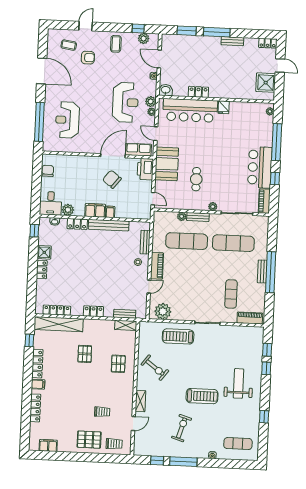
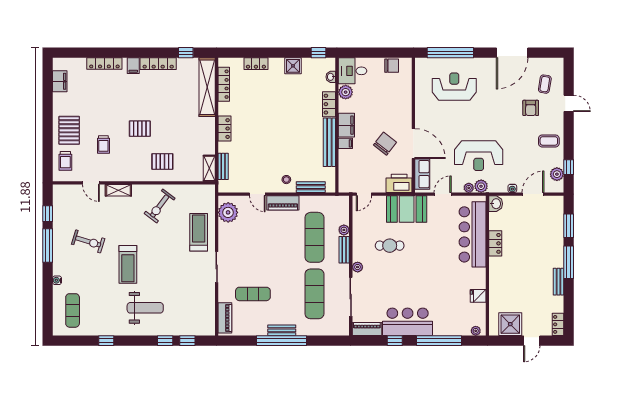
fridge: (224, 107) -> (478, 296), moved
locker: (42, 270) -> (256, 64), moved
pallet: (85, 354) -> (140, 129), moved

